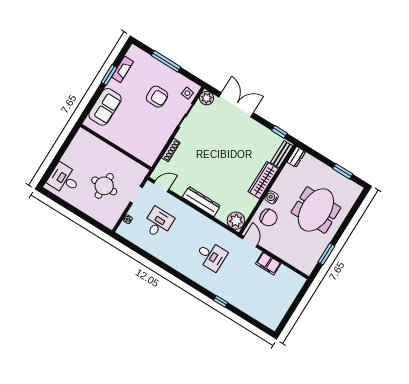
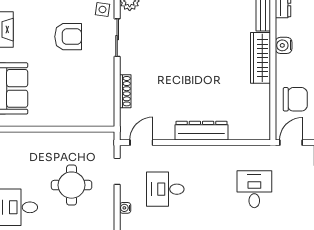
water cooler: (272, 197) -> (284, 45), moved
plant: (236, 221) -> (258, 128), removed
desk: (158, 223) -> (165, 189), turned -90
door: (250, 242) -> (291, 143), hinge flipped
desk: (211, 256) -> (254, 189), turned -90

